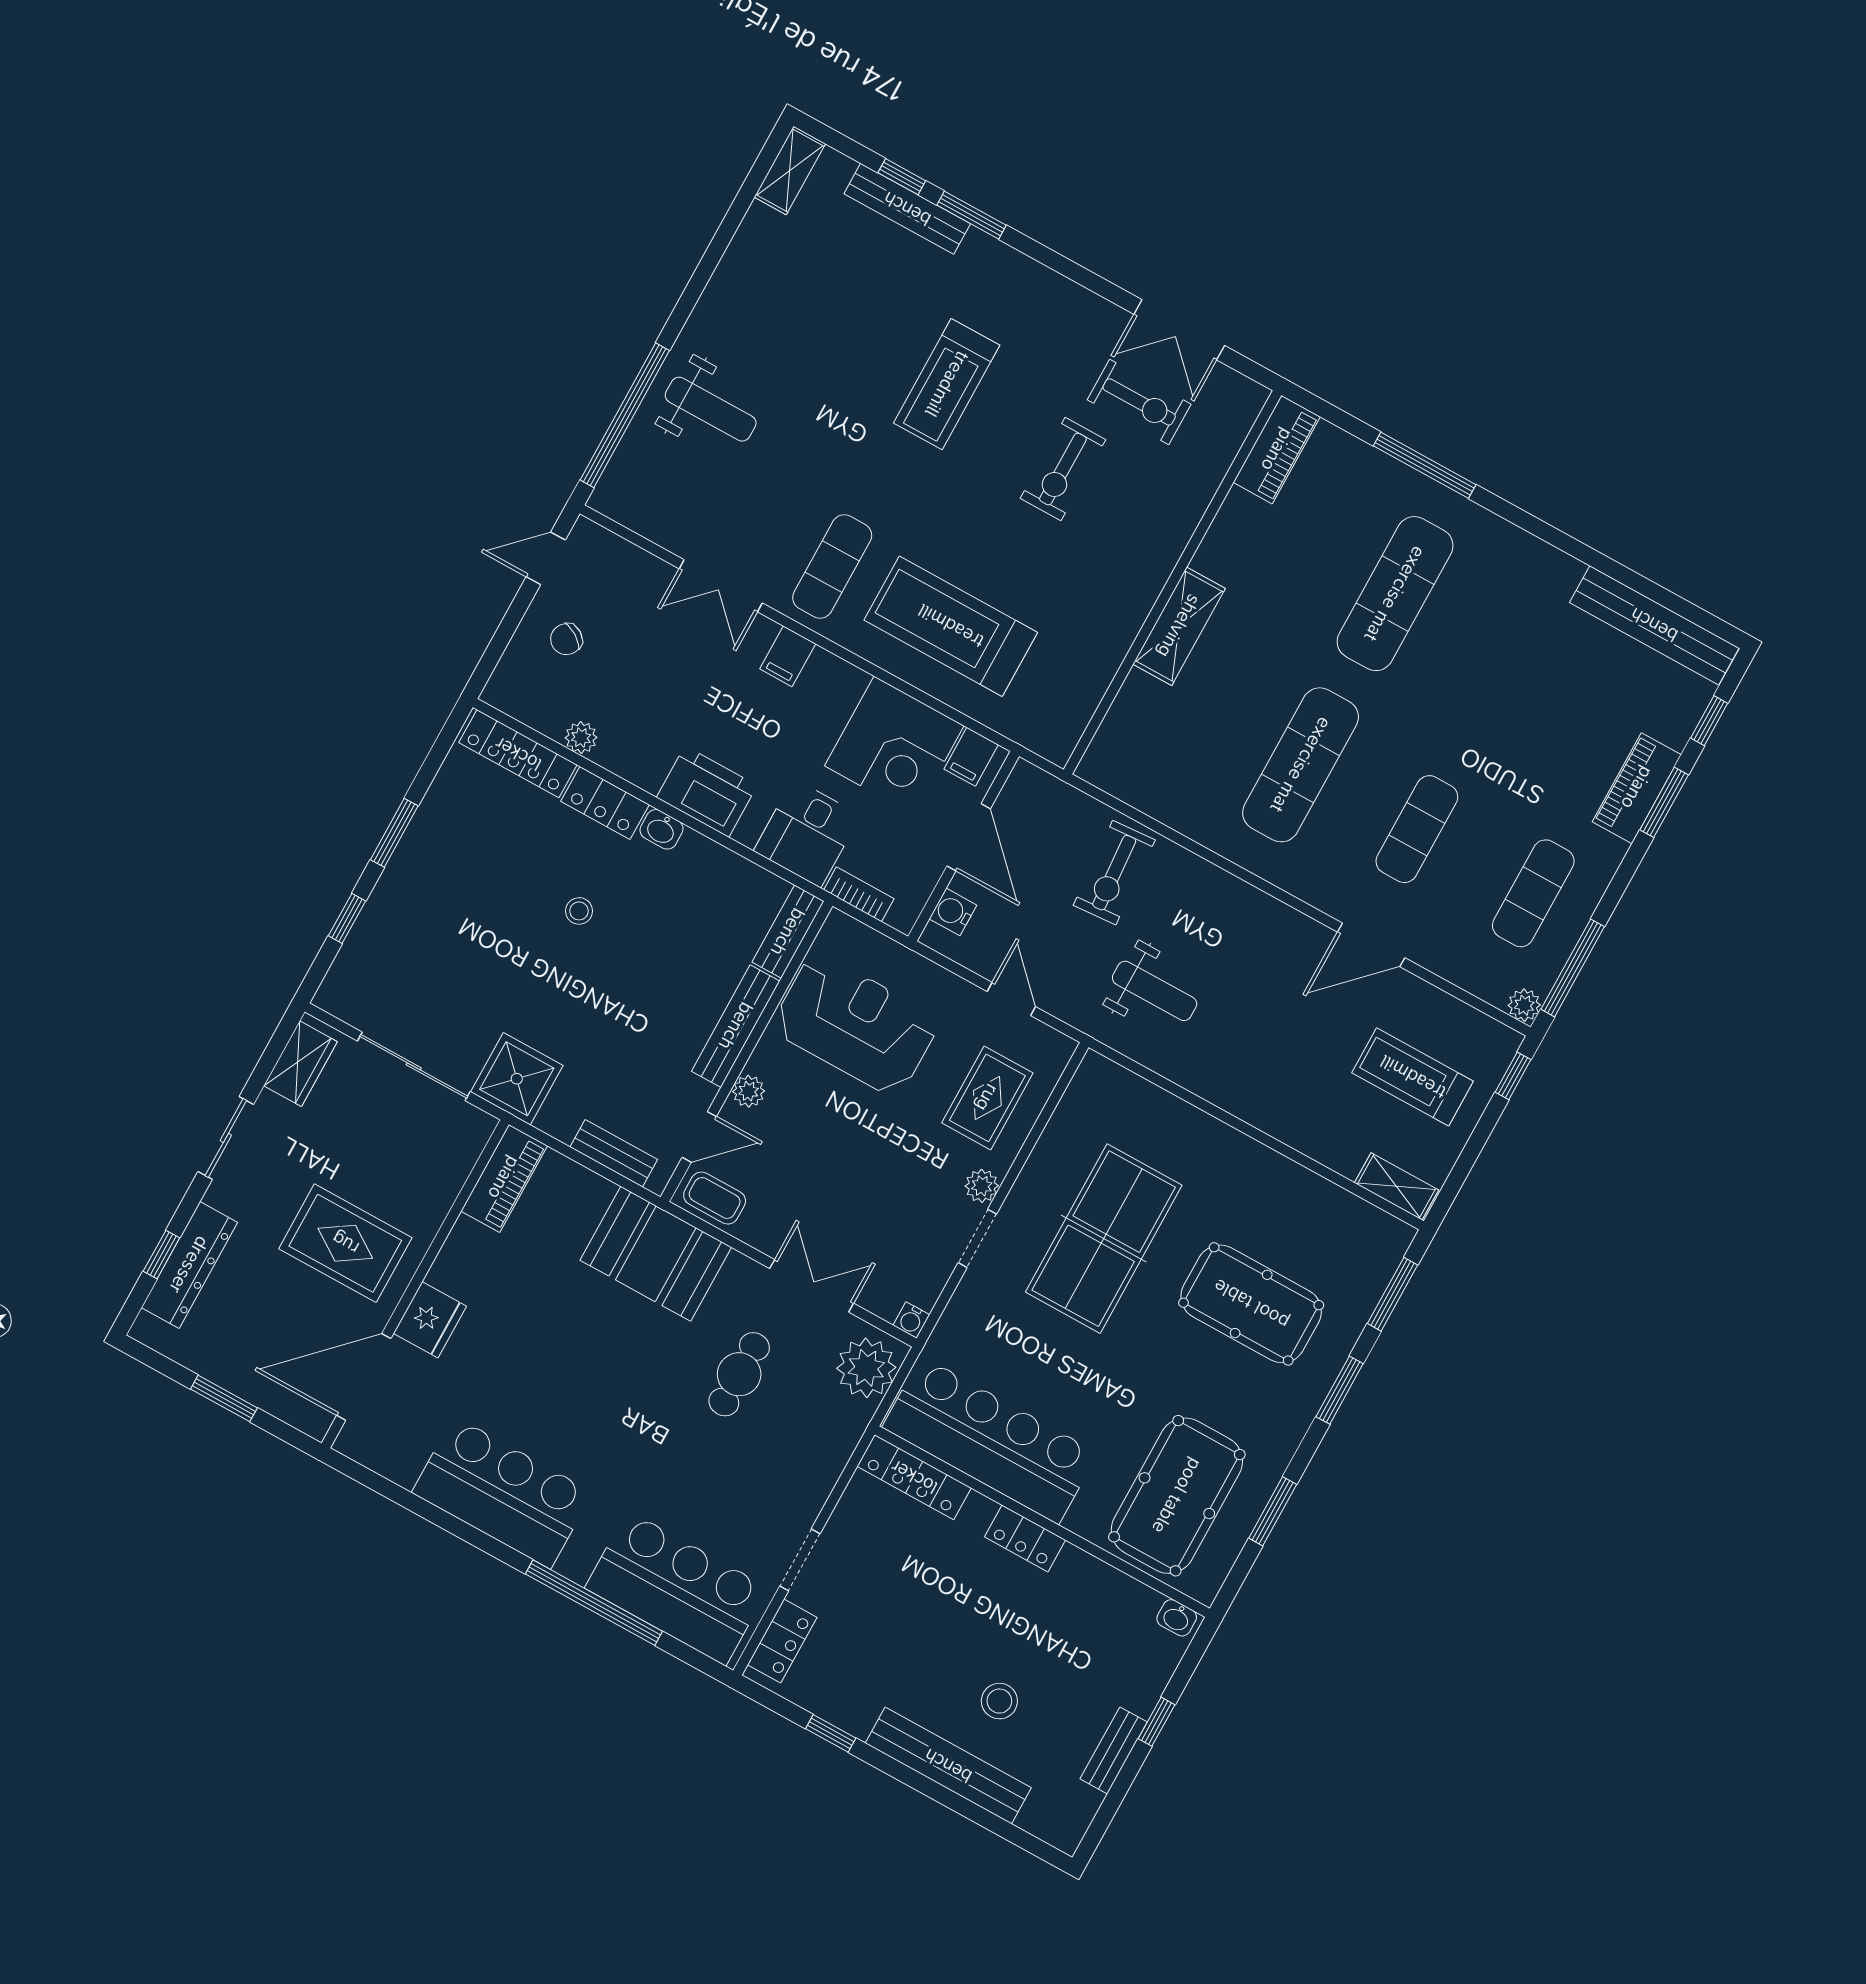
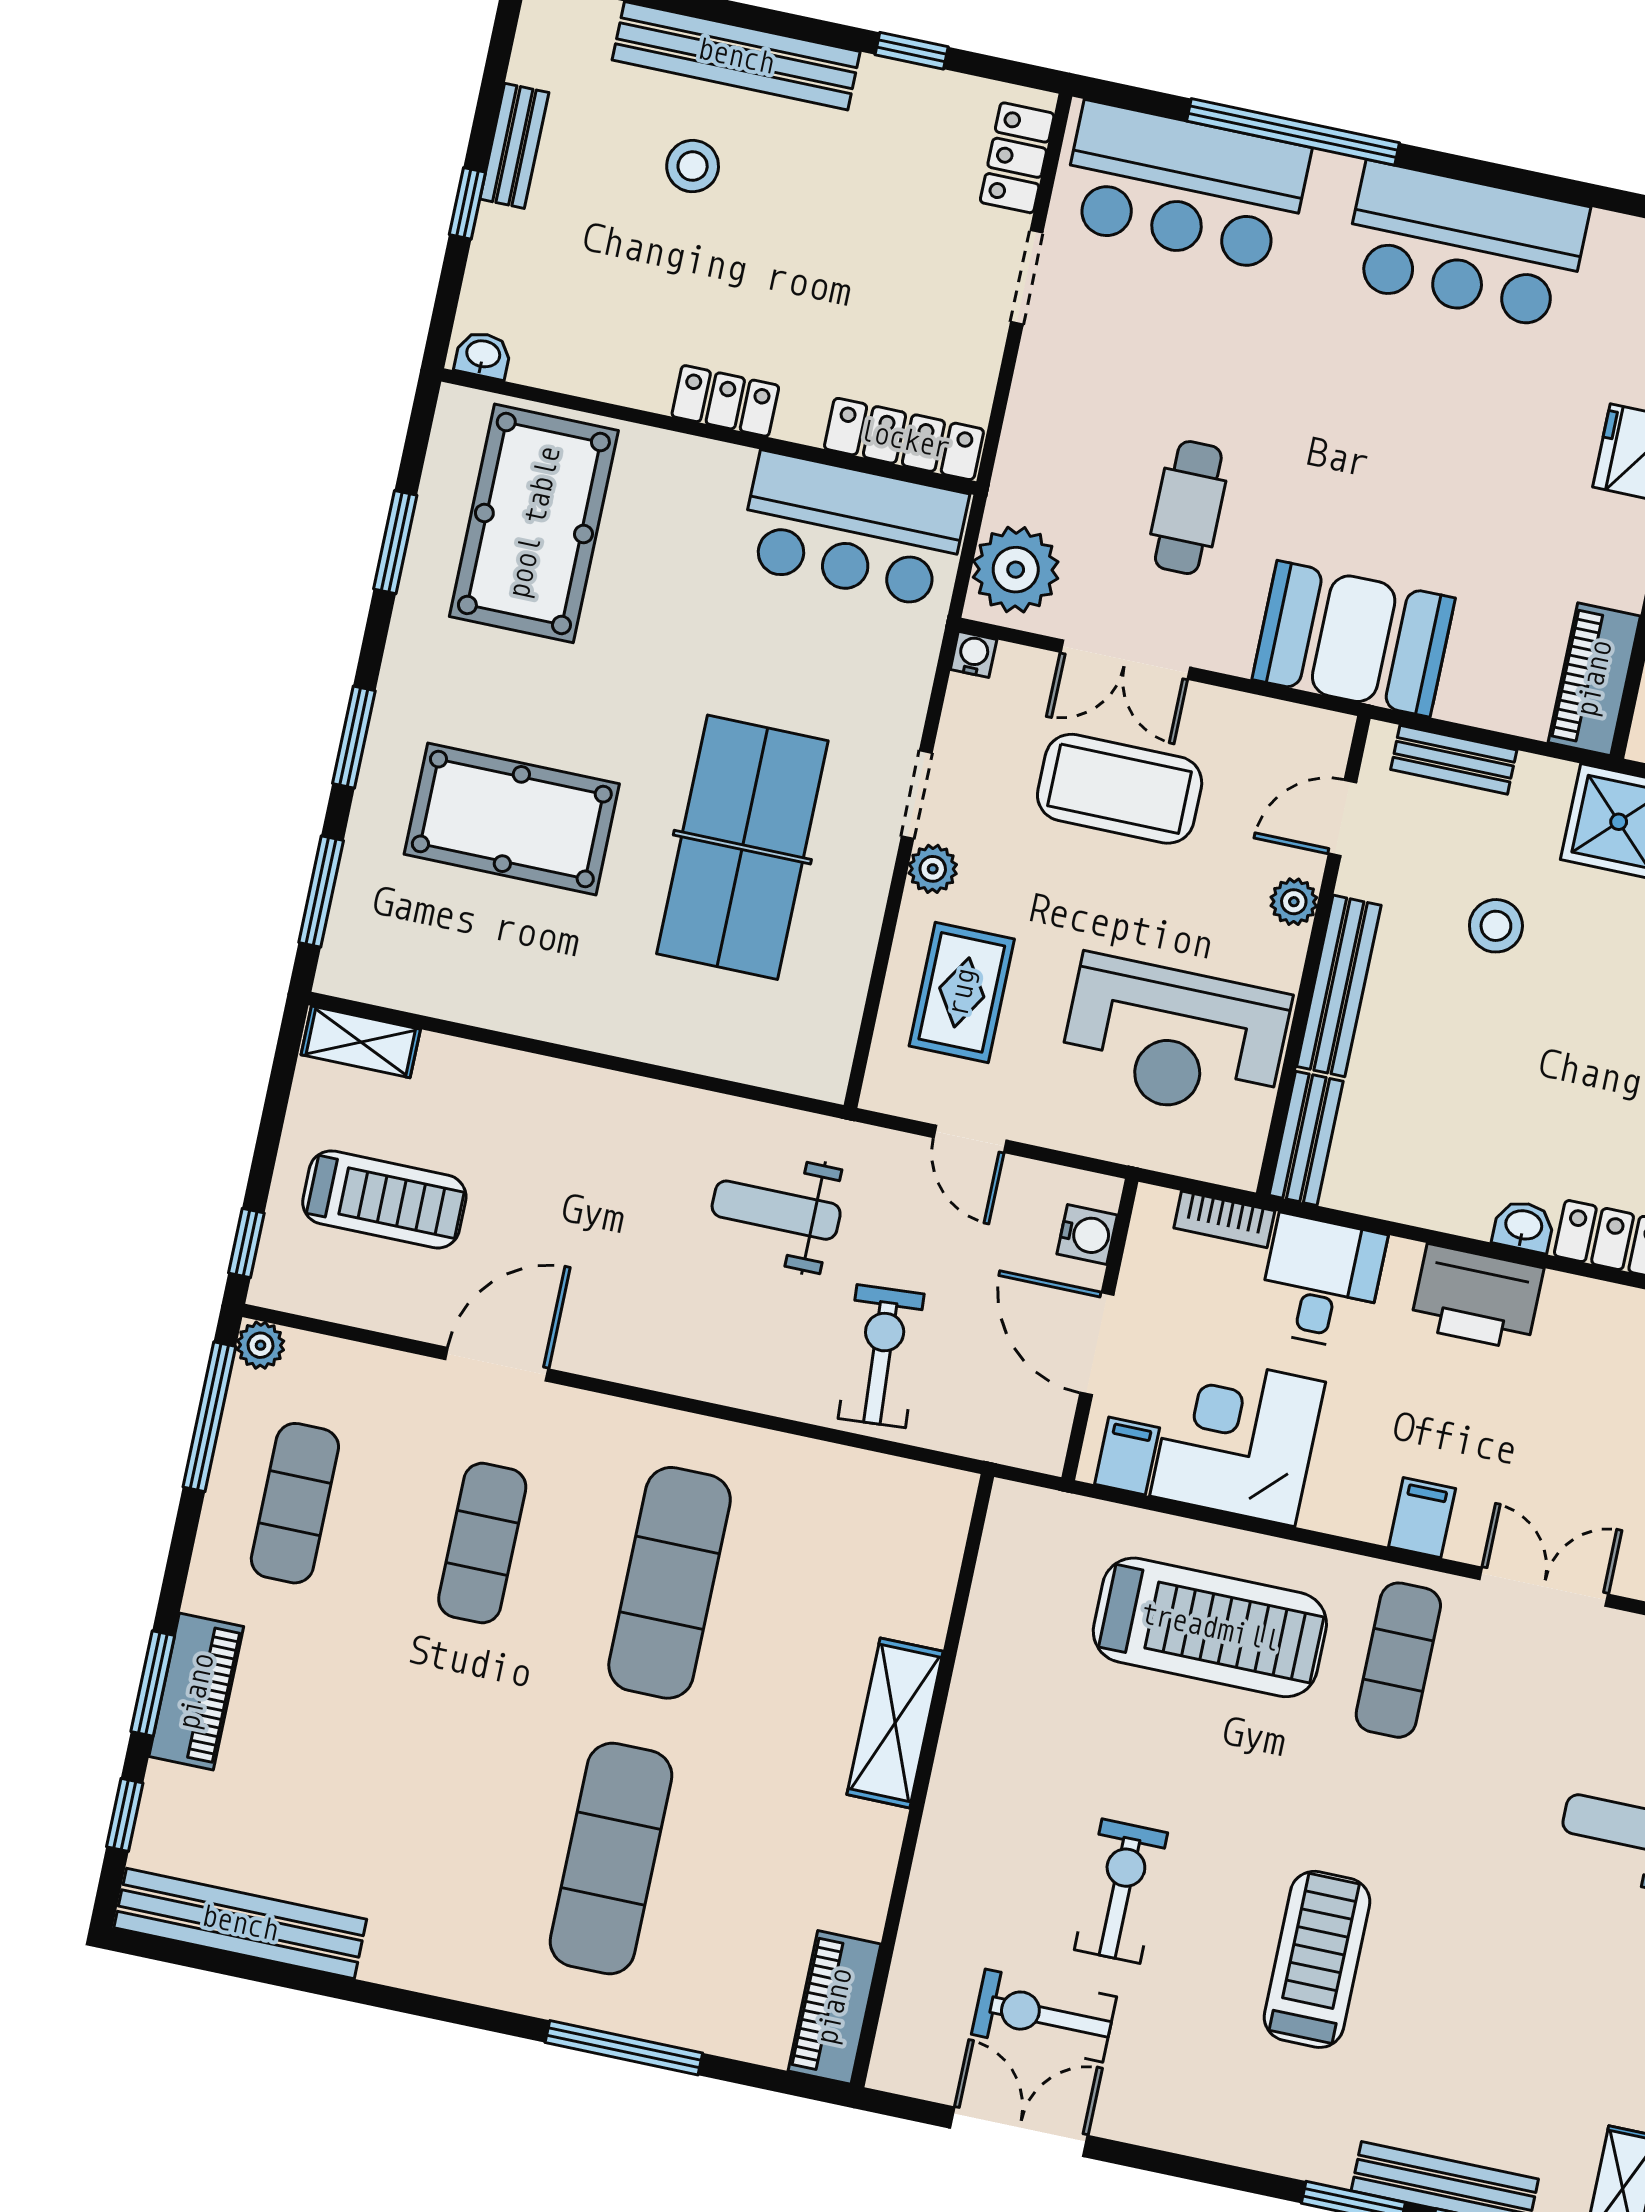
stool: (579, 911) -> (1496, 926), moved, width x1.37, depth x1.37
coffee table: (715, 1198) -> (1120, 789), moved, width x1.86, depth x1.72
bar counter: (990, 1440) -> (853, 530), width x0.73

